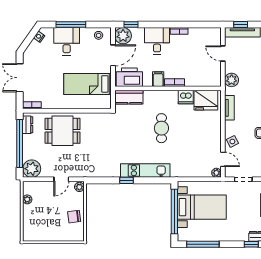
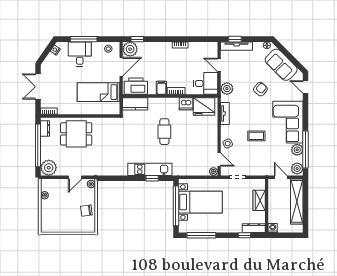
desk: (157, 41) -> (206, 83), moved, turned 90
window: (126, 180) -> (152, 178), moved

